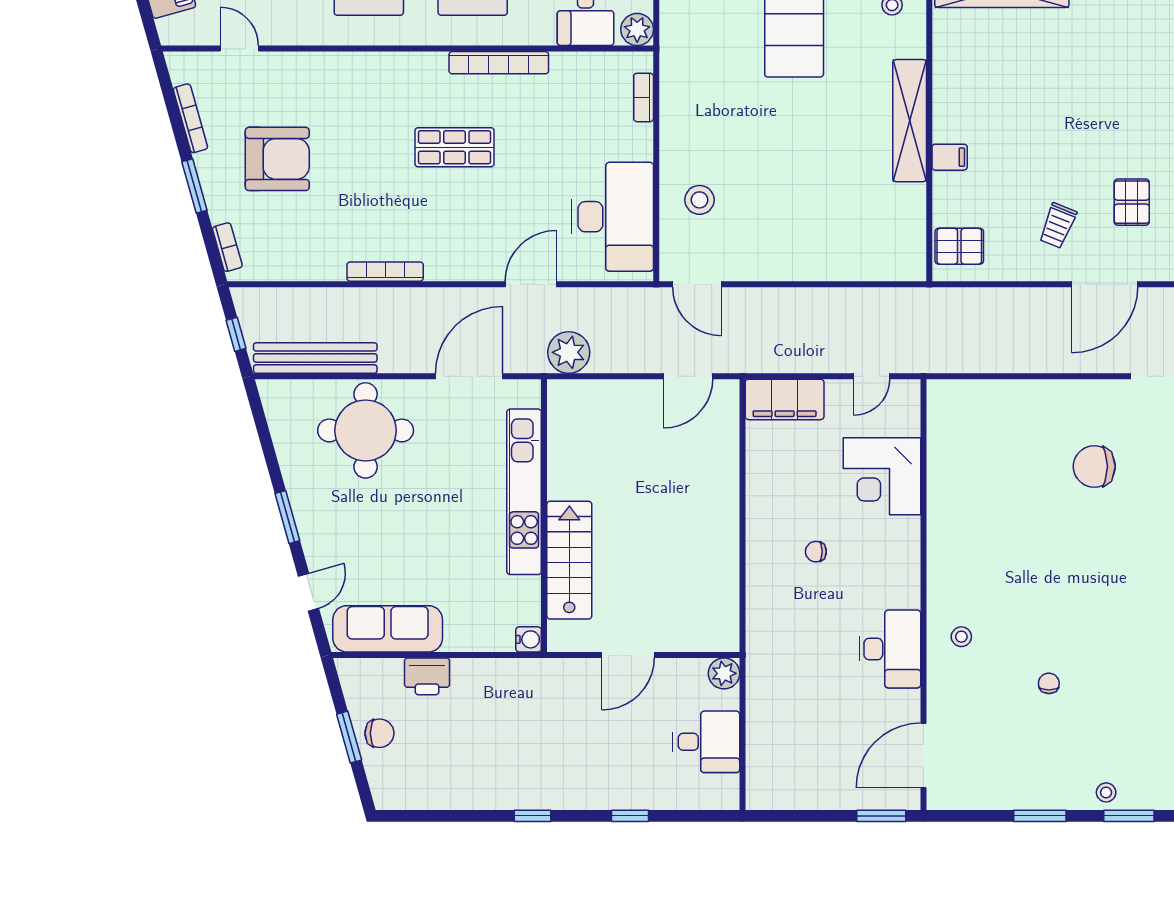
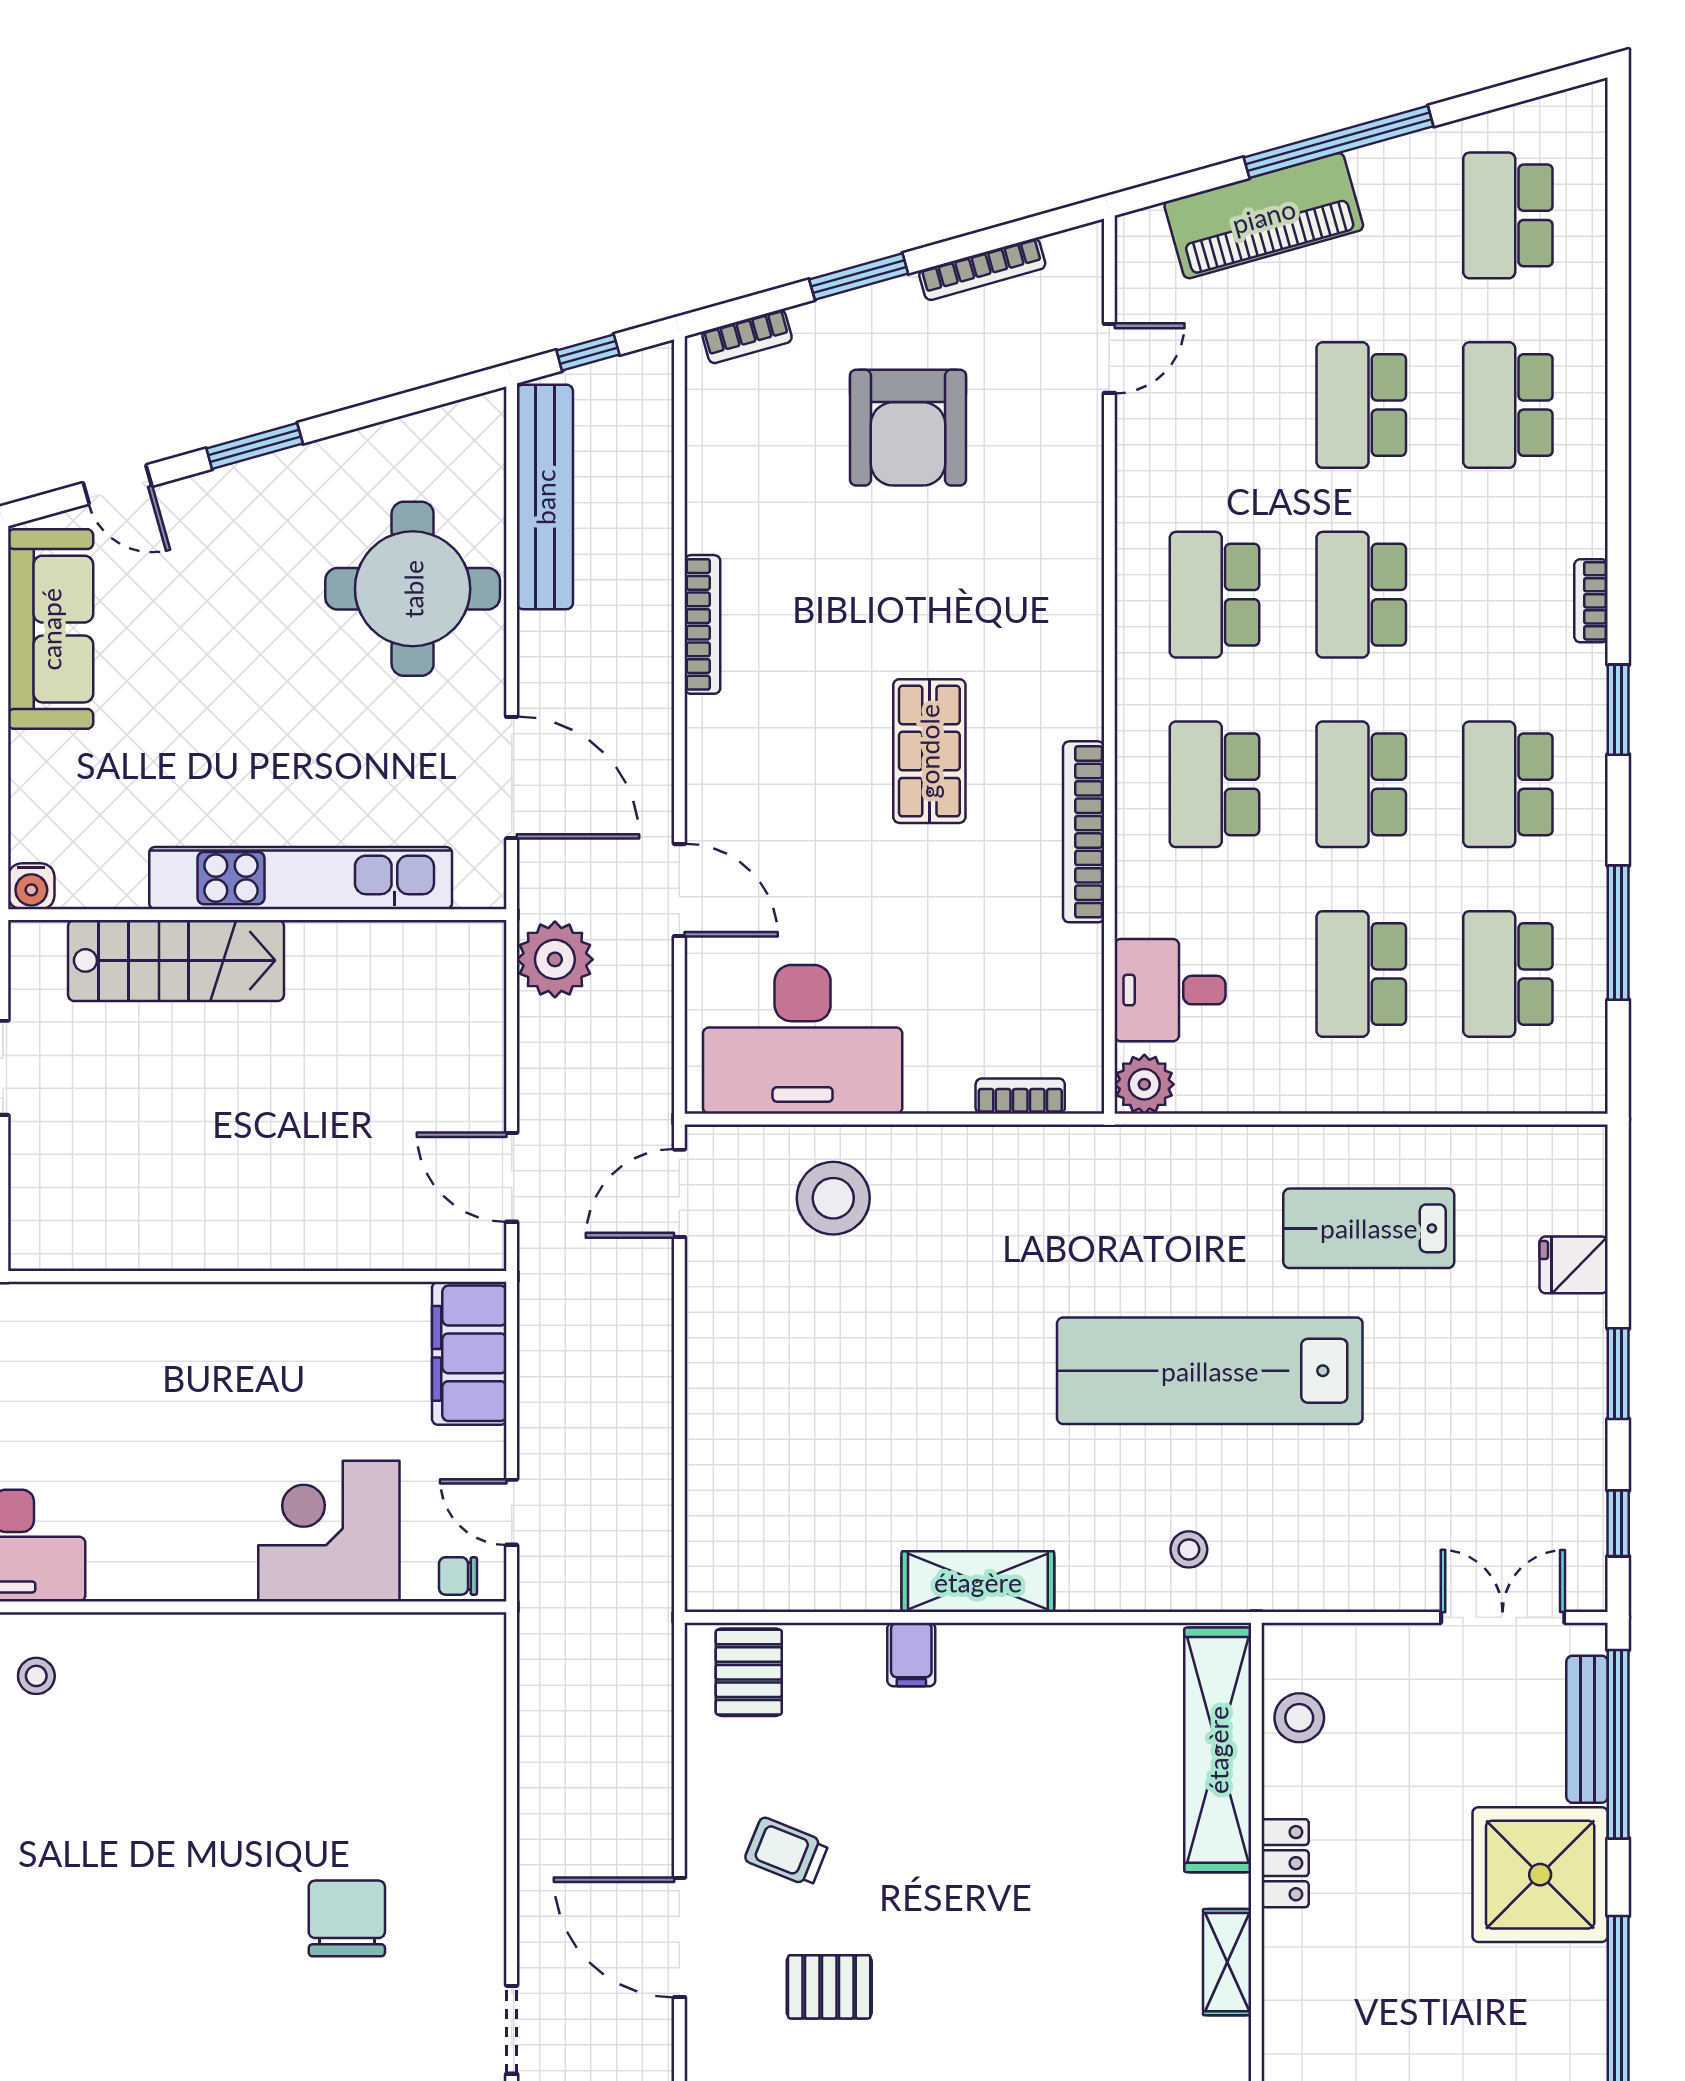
shelving: (910, 121) -> (978, 1582), width x0.68
stool: (700, 200) -> (833, 1198), width x1.38, depth x1.38
chair: (816, 552) -> (458, 1576), moved, turned -90

